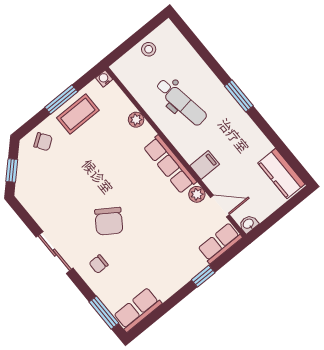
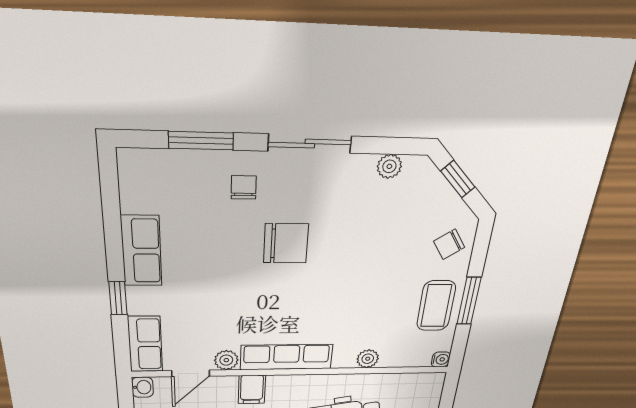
plant: (34, 208) -> (389, 166), added
chair: (109, 221) -> (286, 243), turned 146
row of seats: (138, 310) -> (141, 251), moved
window: (104, 313) -> (201, 141), moved

